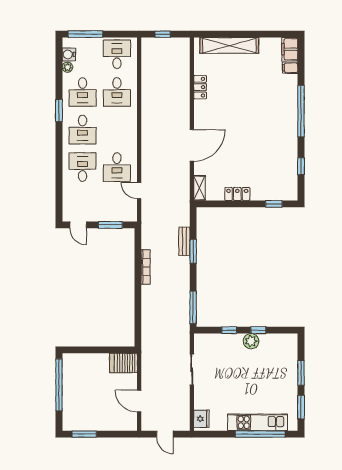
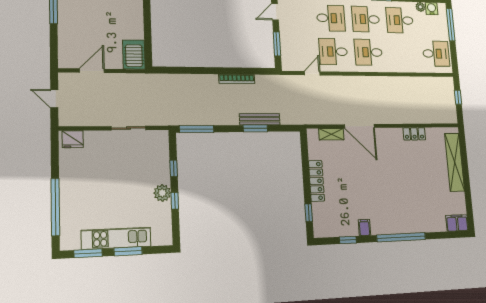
filing cabinet: (290, 68) -> (364, 228), moved
desk: (117, 92) -> (368, 52), moved
shelving: (199, 188) -> (331, 134), moved
locker: (237, 194) -> (316, 181), width x1.53
bench: (184, 241) -> (260, 119), width x1.36
kitchen unit: (257, 422) -> (116, 238), moved, turned -90
door: (165, 434) -> (54, 99), hinge flipped

